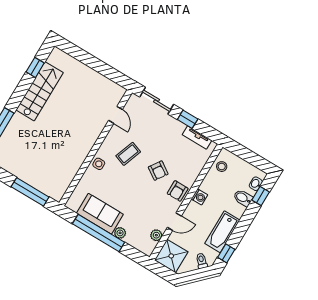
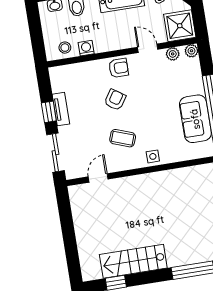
tv unit: (197, 138) -> (61, 109), moved
washing machine: (199, 197) -> (86, 48), moved
plant: (120, 233) -> (191, 51), moved

